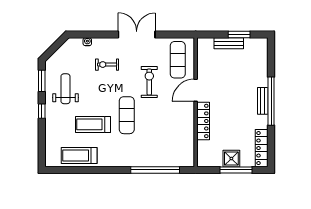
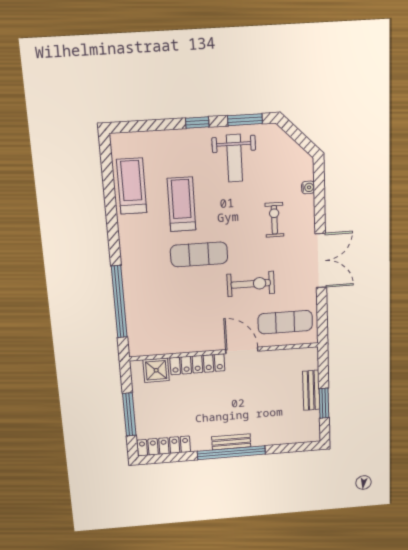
weight bench: (65, 89) -> (234, 158), turned 90
shower: (231, 159) -> (156, 370), moved

